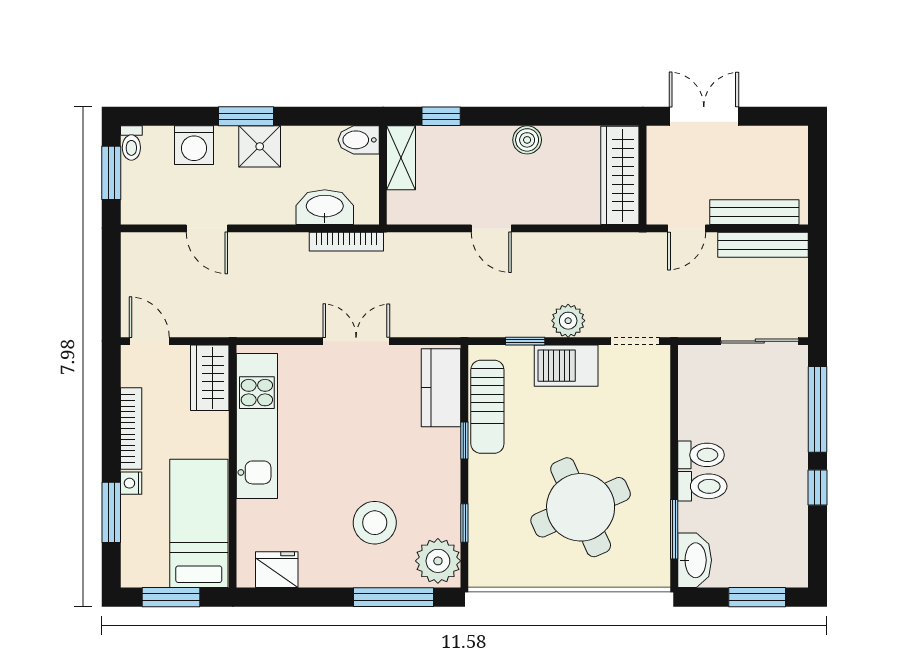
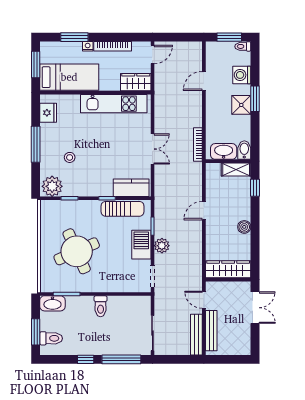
washbasin: (325, 207) -> (224, 151), moved, turned -90
sun lounger: (487, 407) -> (123, 209), turned 180
toilet: (702, 486) -> (51, 338), moved, turned -90
stool: (375, 523) -> (70, 157), width x0.53, depth x0.53
window: (394, 597) -> (36, 144), moved

